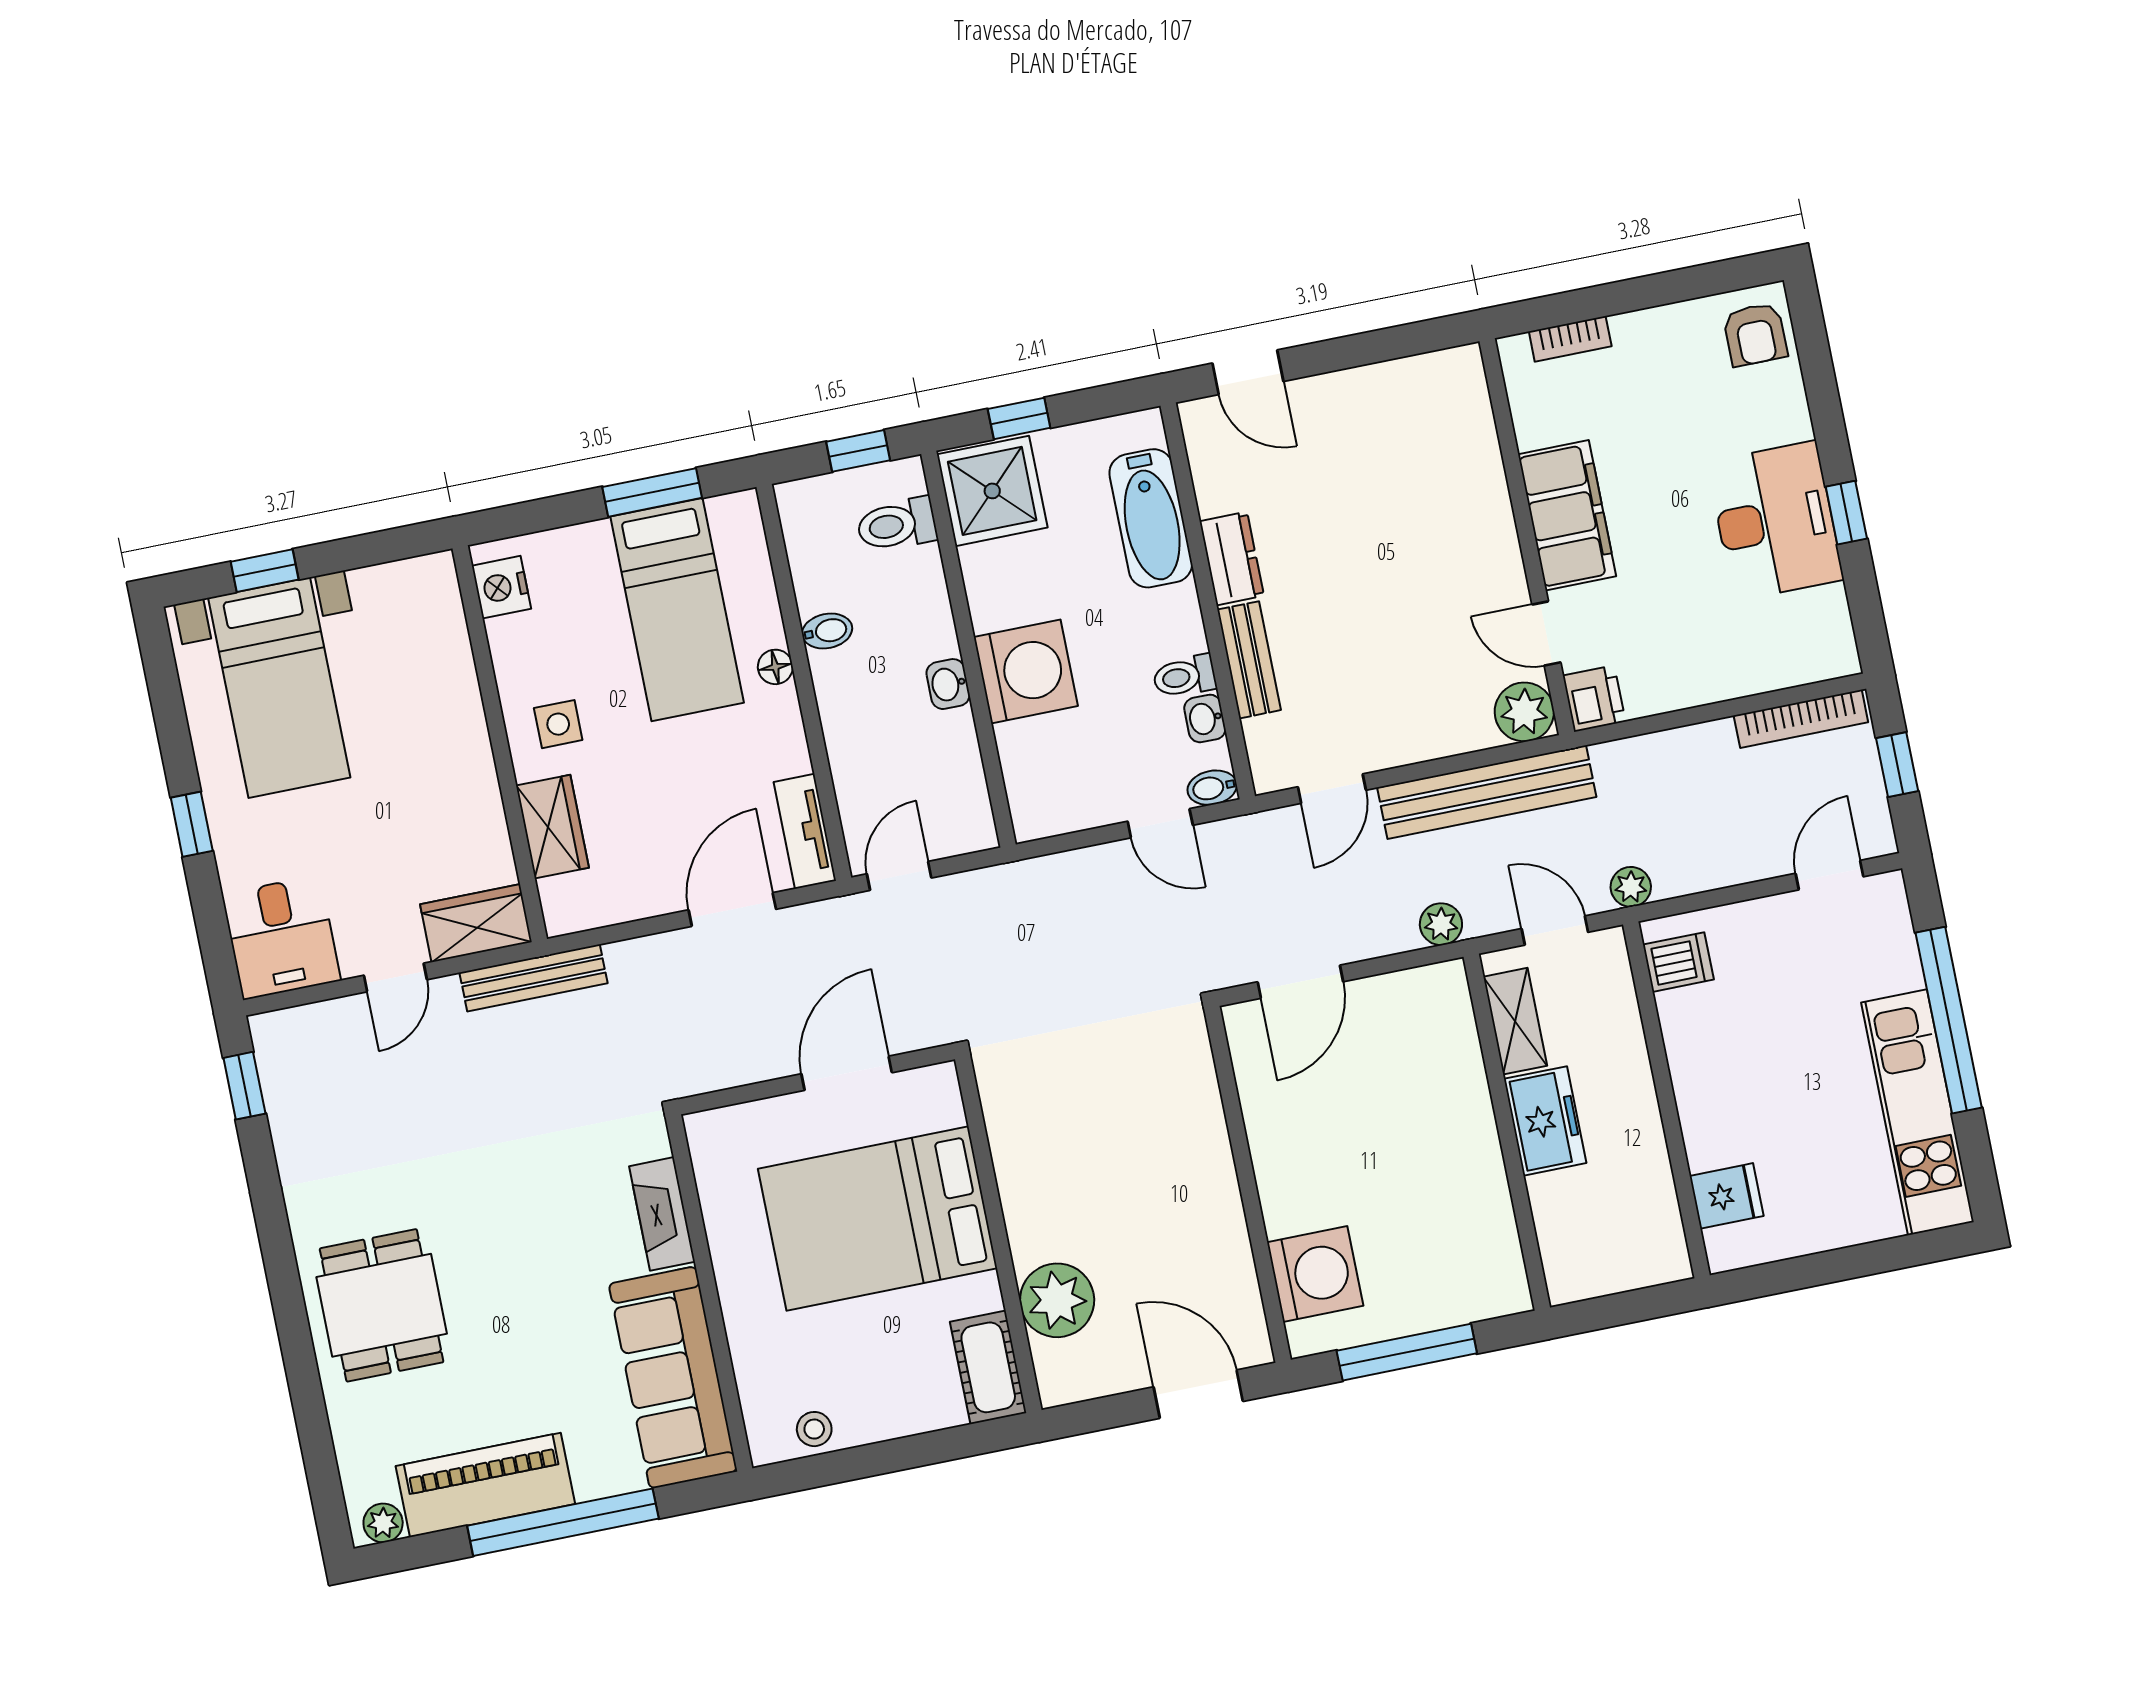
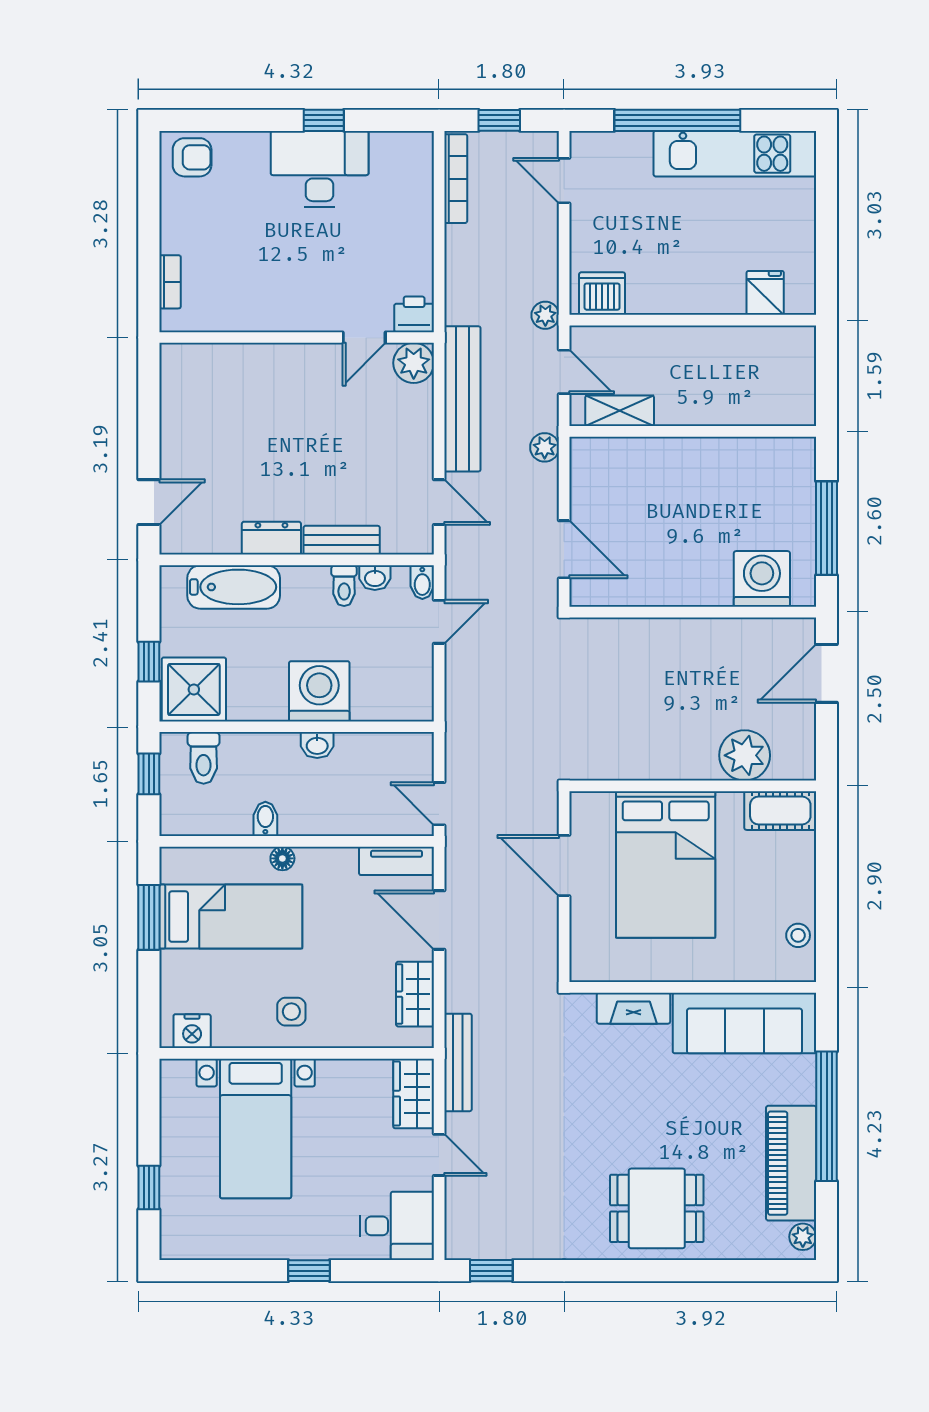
filing cabinet: (1567, 515) -> (288, 308), removed
bed with nightstands: (279, 688) -> (256, 1129), moved, turned 90
wardrobe: (552, 827) -> (415, 994), moved, turned -90
door: (1555, 930) -> (564, 372), swing flipped
dishwasher: (1678, 962) -> (602, 294), width x1.38
freezer: (1545, 1121) -> (690, 404), removed

